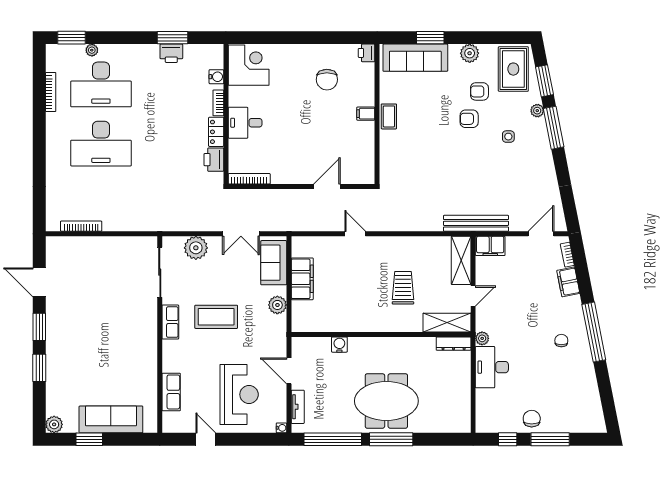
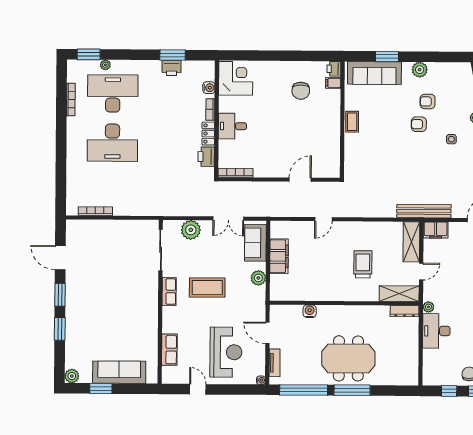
rug: (513, 69) -> (456, 83), removed
desk: (101, 84) -> (113, 93), turned 180
filing cabinet: (366, 114) -> (333, 83), moved
door: (355, 234) -> (323, 219), swing flipped

